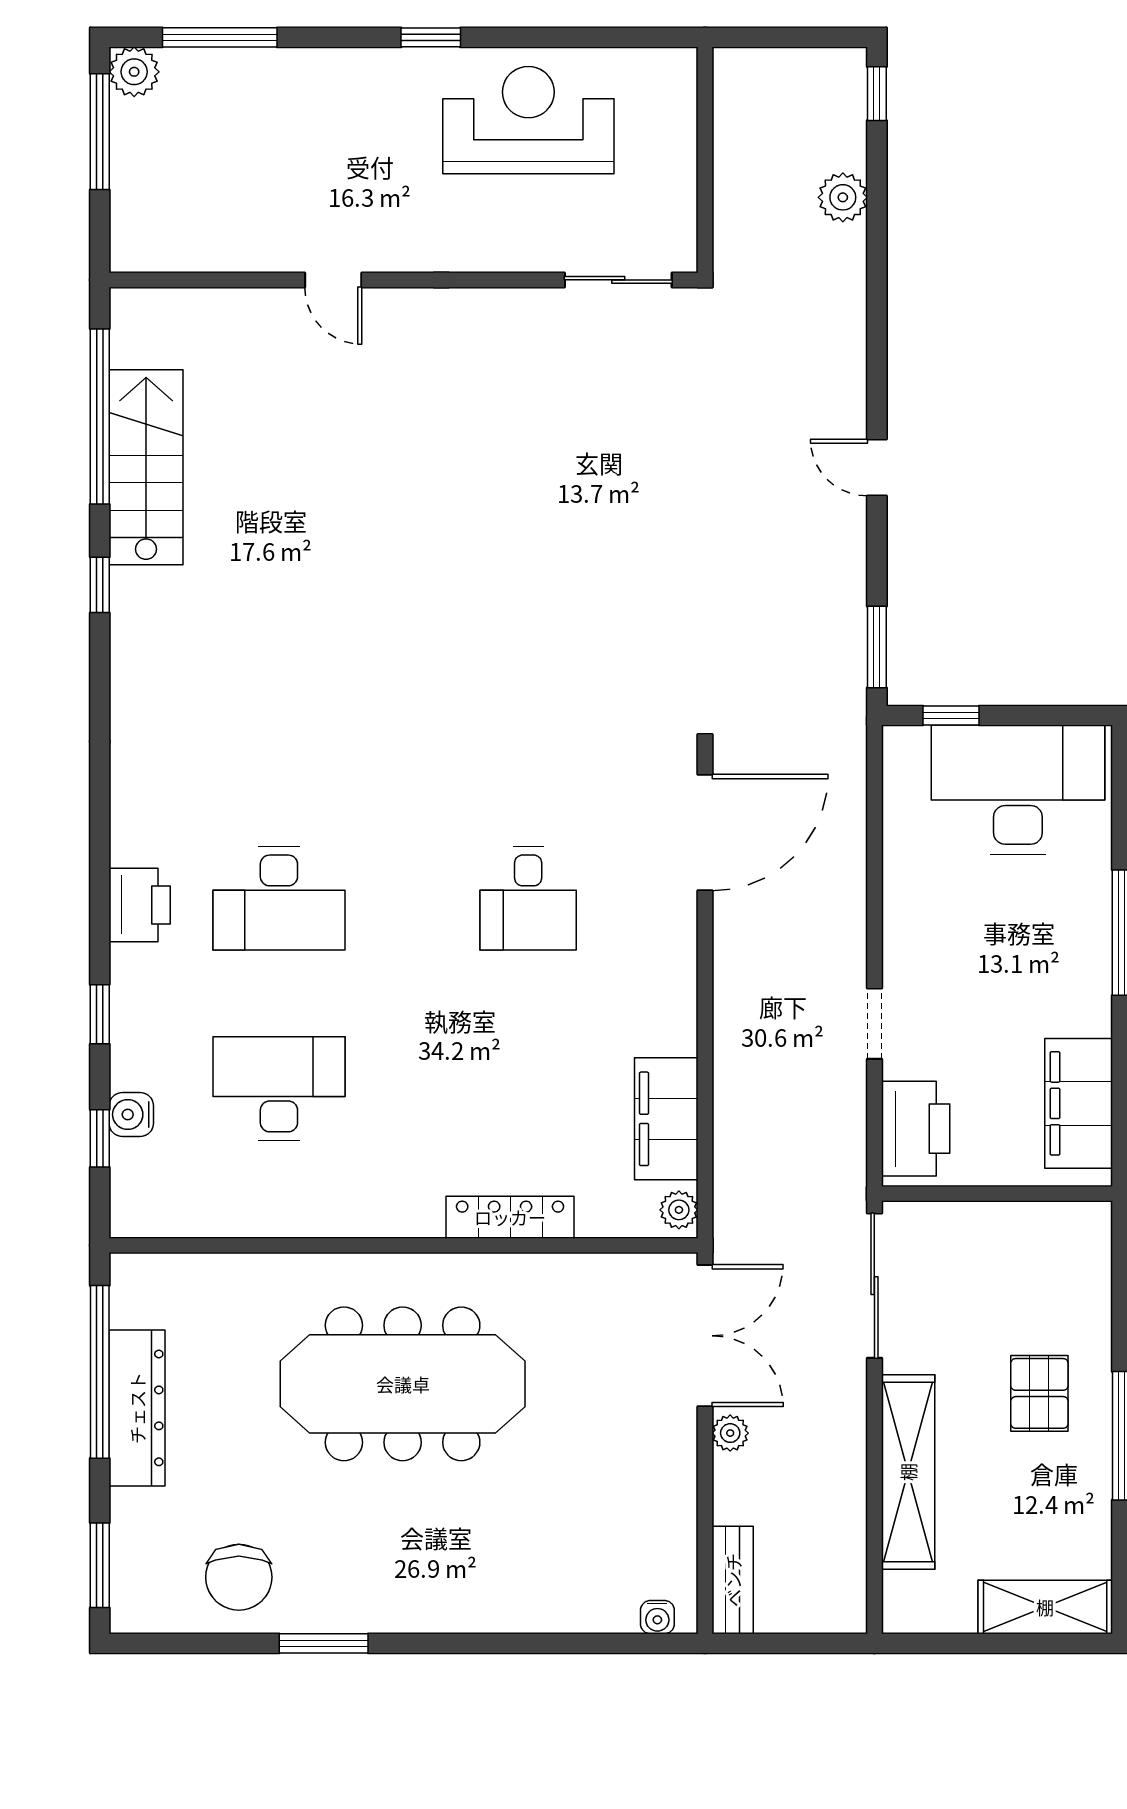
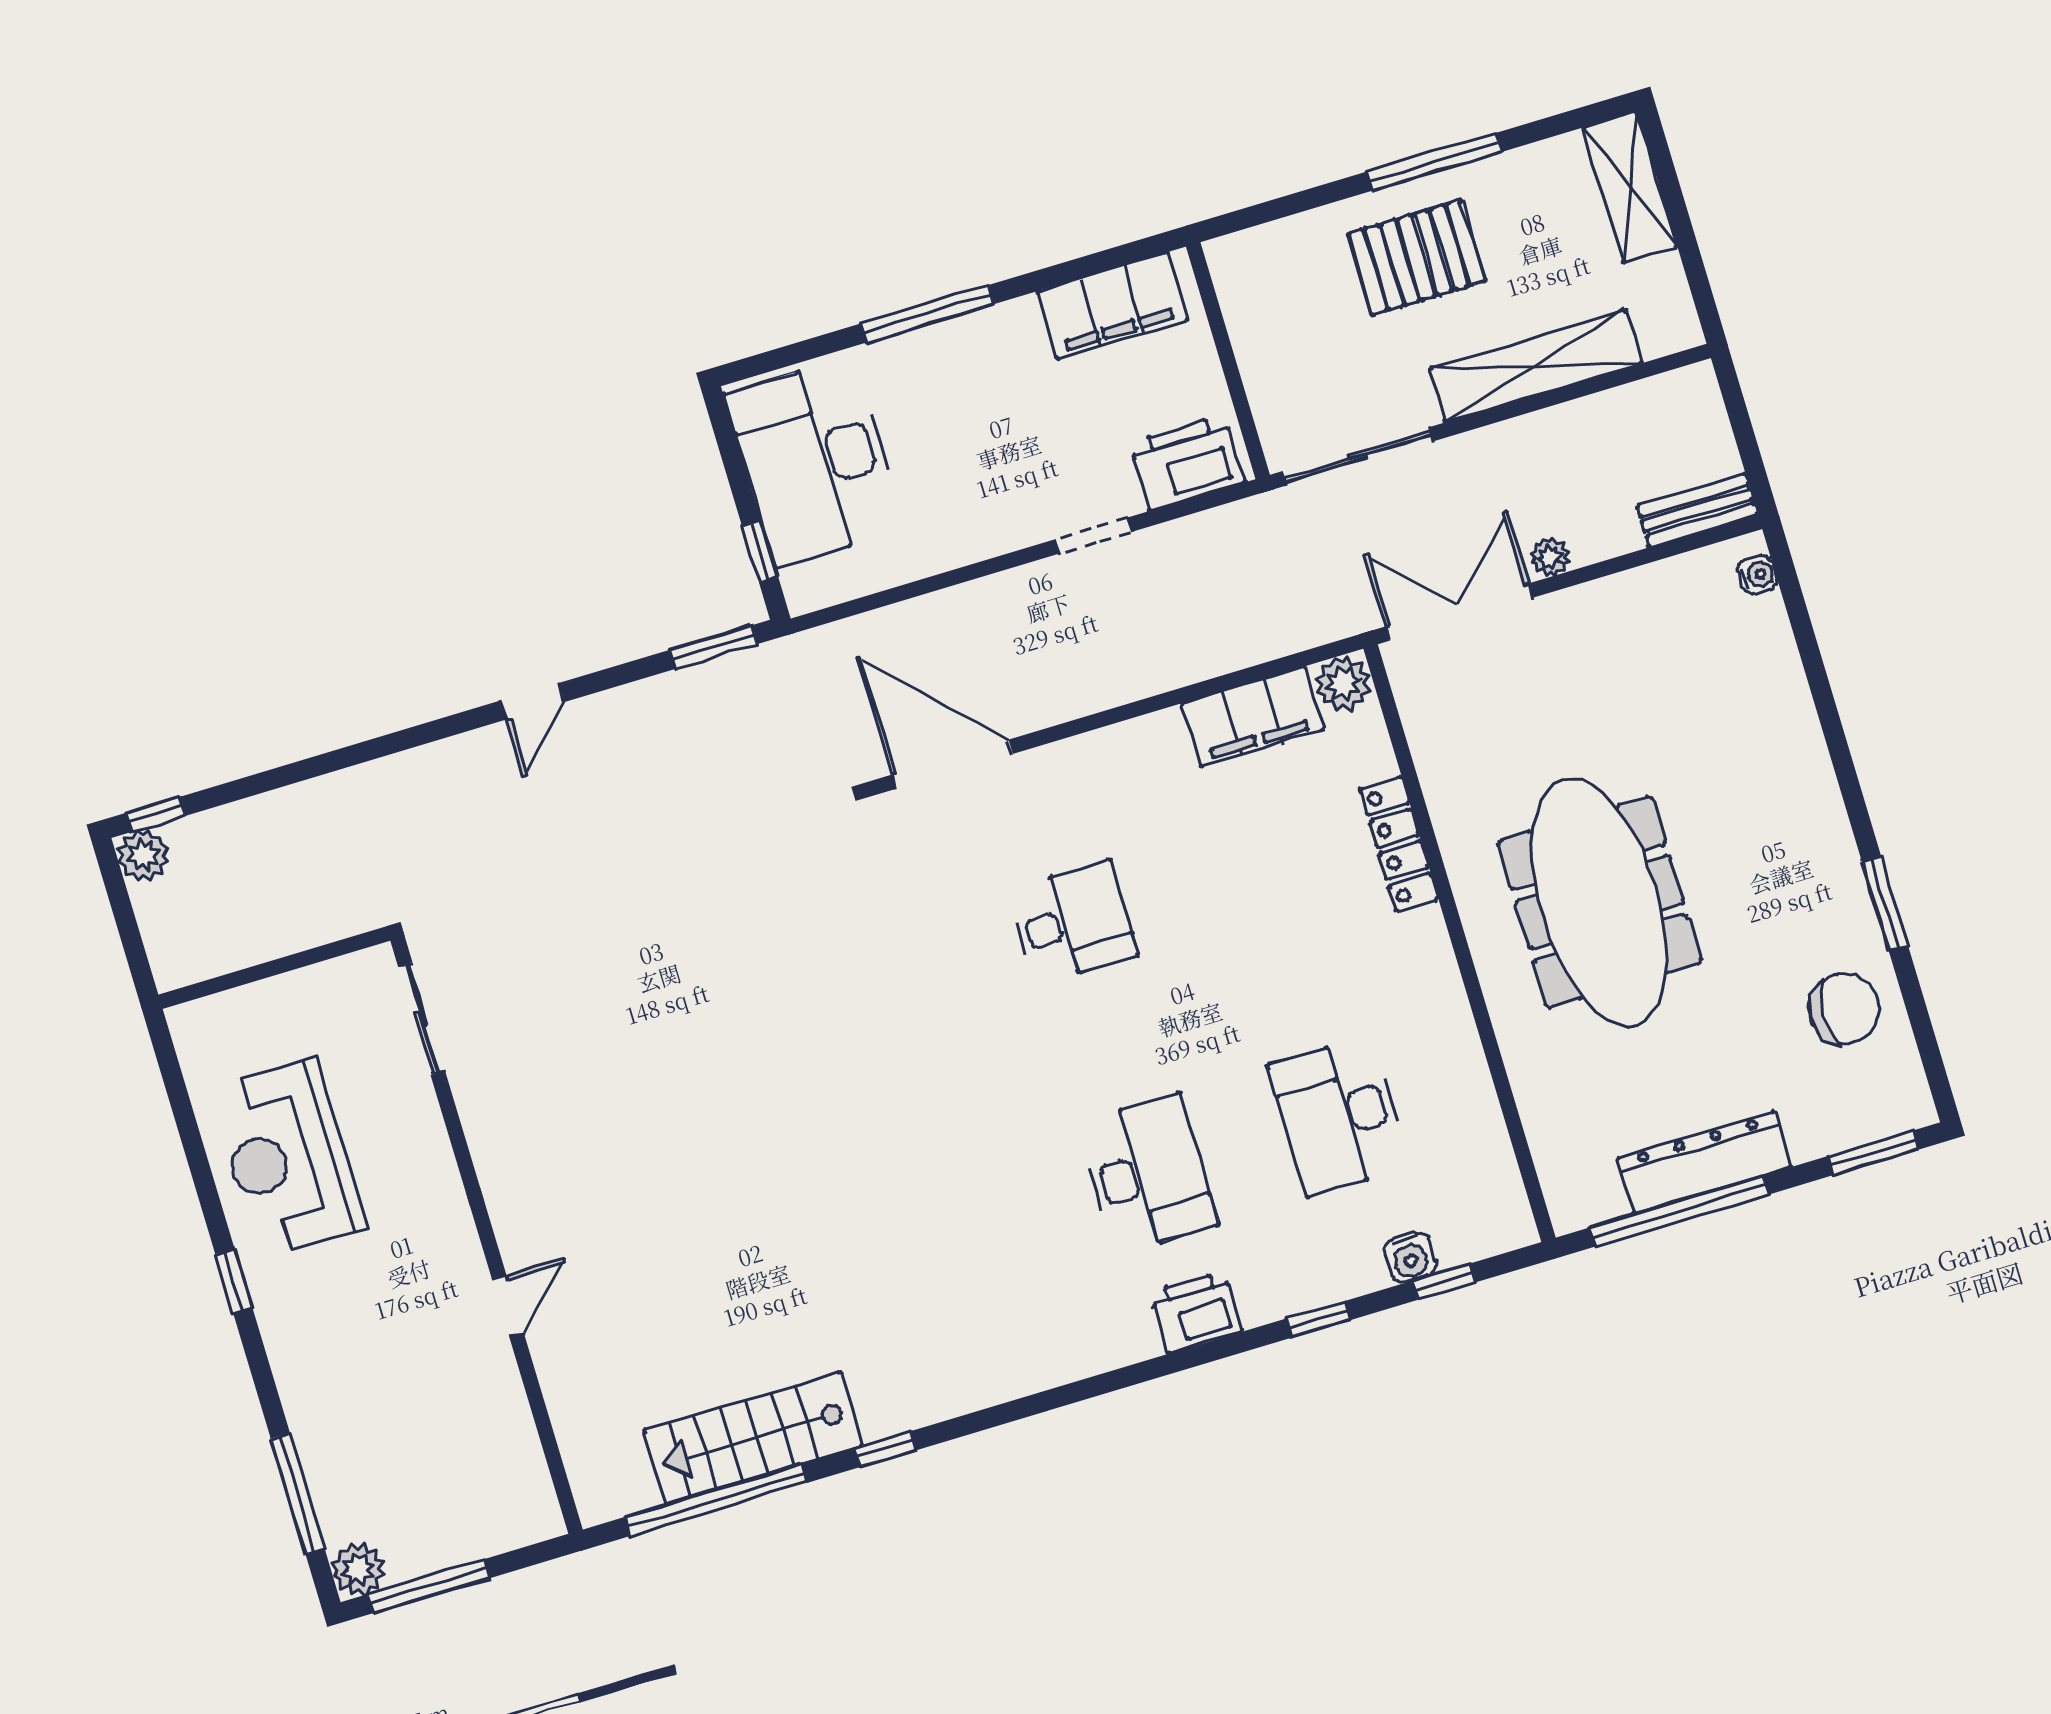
plant: (843, 197) -> (144, 855), moved
plant: (679, 1210) -> (1343, 684), width x1.38, depth x1.38
pallet: (1039, 1393) -> (1417, 257), width x1.50, depth x1.42

